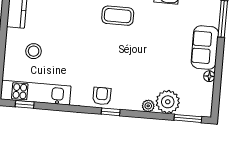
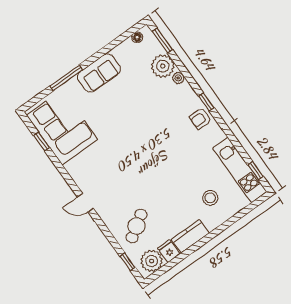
coffee table: (118, 16) -> (131, 158), removed
floor lamp: (209, 76) -> (137, 37), moved

